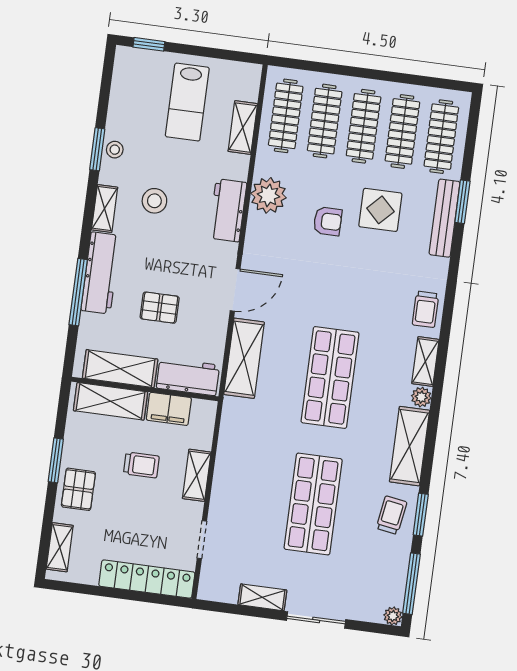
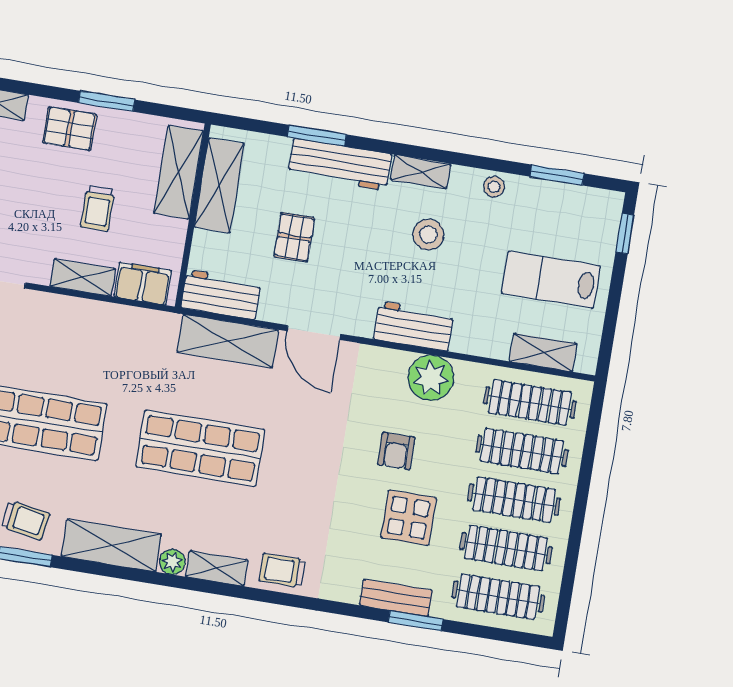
shelving: (243, 128) -> (543, 352), moved
window: (97, 149) -> (557, 175), moved
bench: (445, 218) -> (396, 598), width x0.73
window: (78, 292) -> (317, 136), width x0.69
workbench: (188, 377) -> (221, 295), moved, turned -90
filing cabinet: (169, 409) -> (143, 284), moved, turned 90

